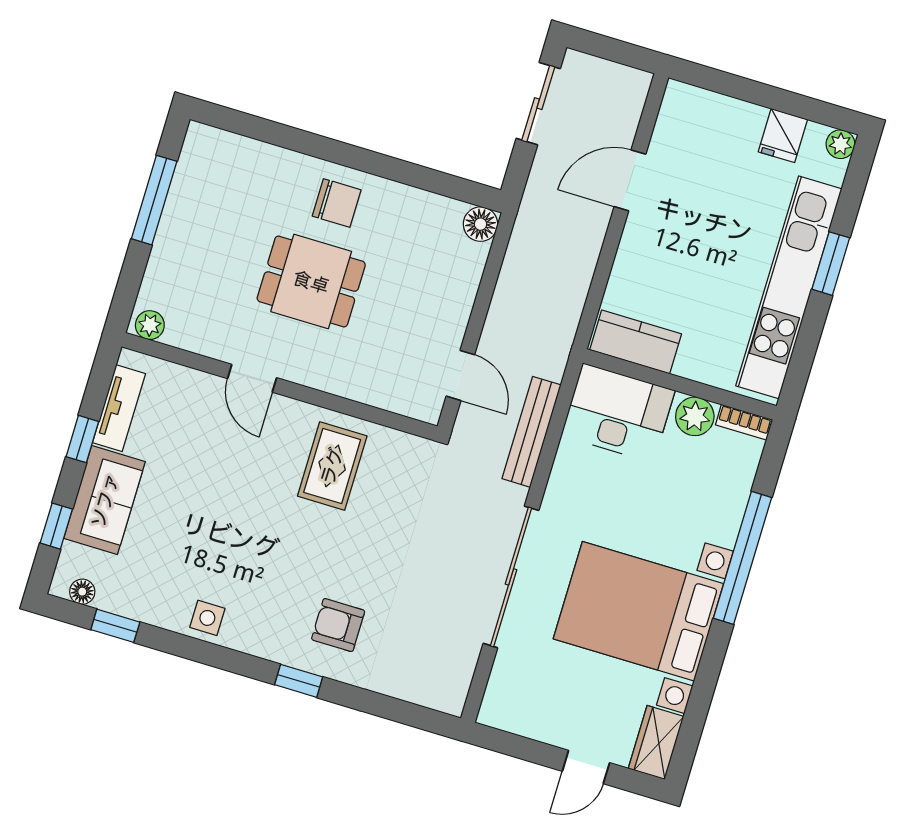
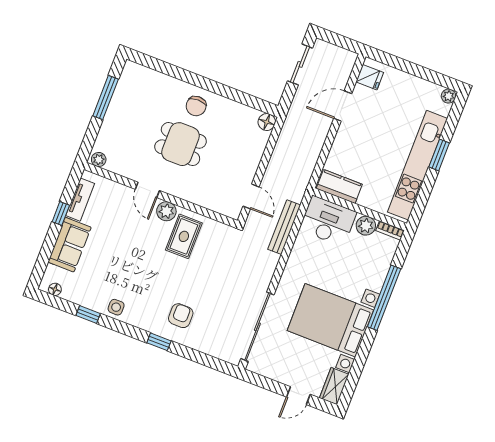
fridge: (783, 136) -> (370, 77), moved, turned -90
chair: (337, 203) -> (196, 106), turned 90
plant: (293, 418) -> (166, 211), added
window: (56, 526) -> (45, 256), removed
sliding door: (511, 577) -> (257, 327), moved
armchair: (338, 625) -> (181, 316), turned 90
window: (115, 626) -> (88, 315), moved

